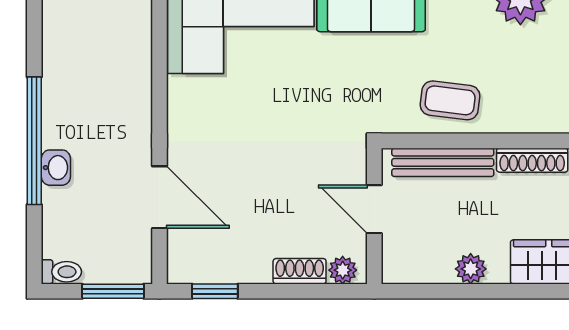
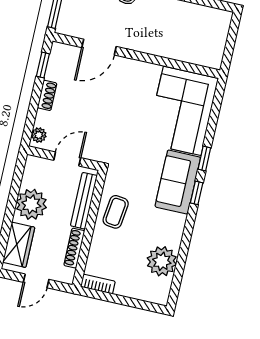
plant: (471, 269) -> (31, 204), width x1.88, depth x1.88
shoe rack: (300, 271) -> (47, 95), moved

